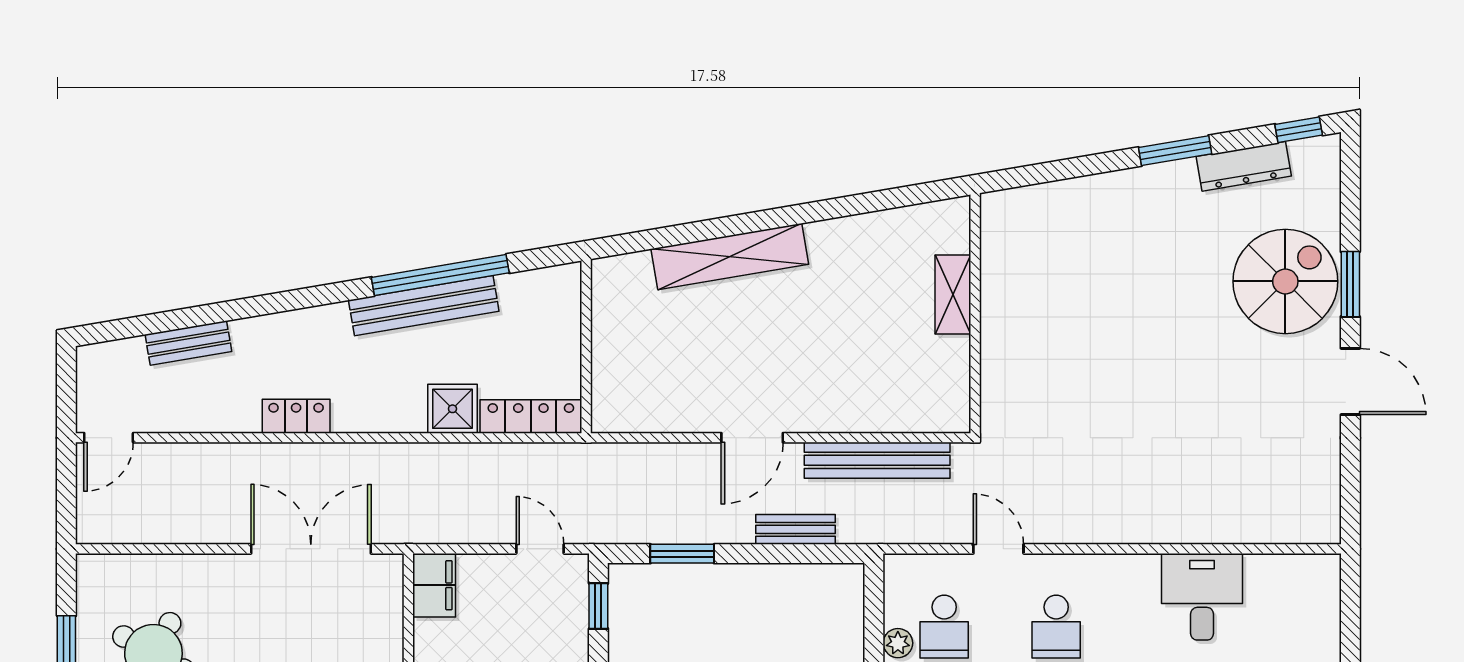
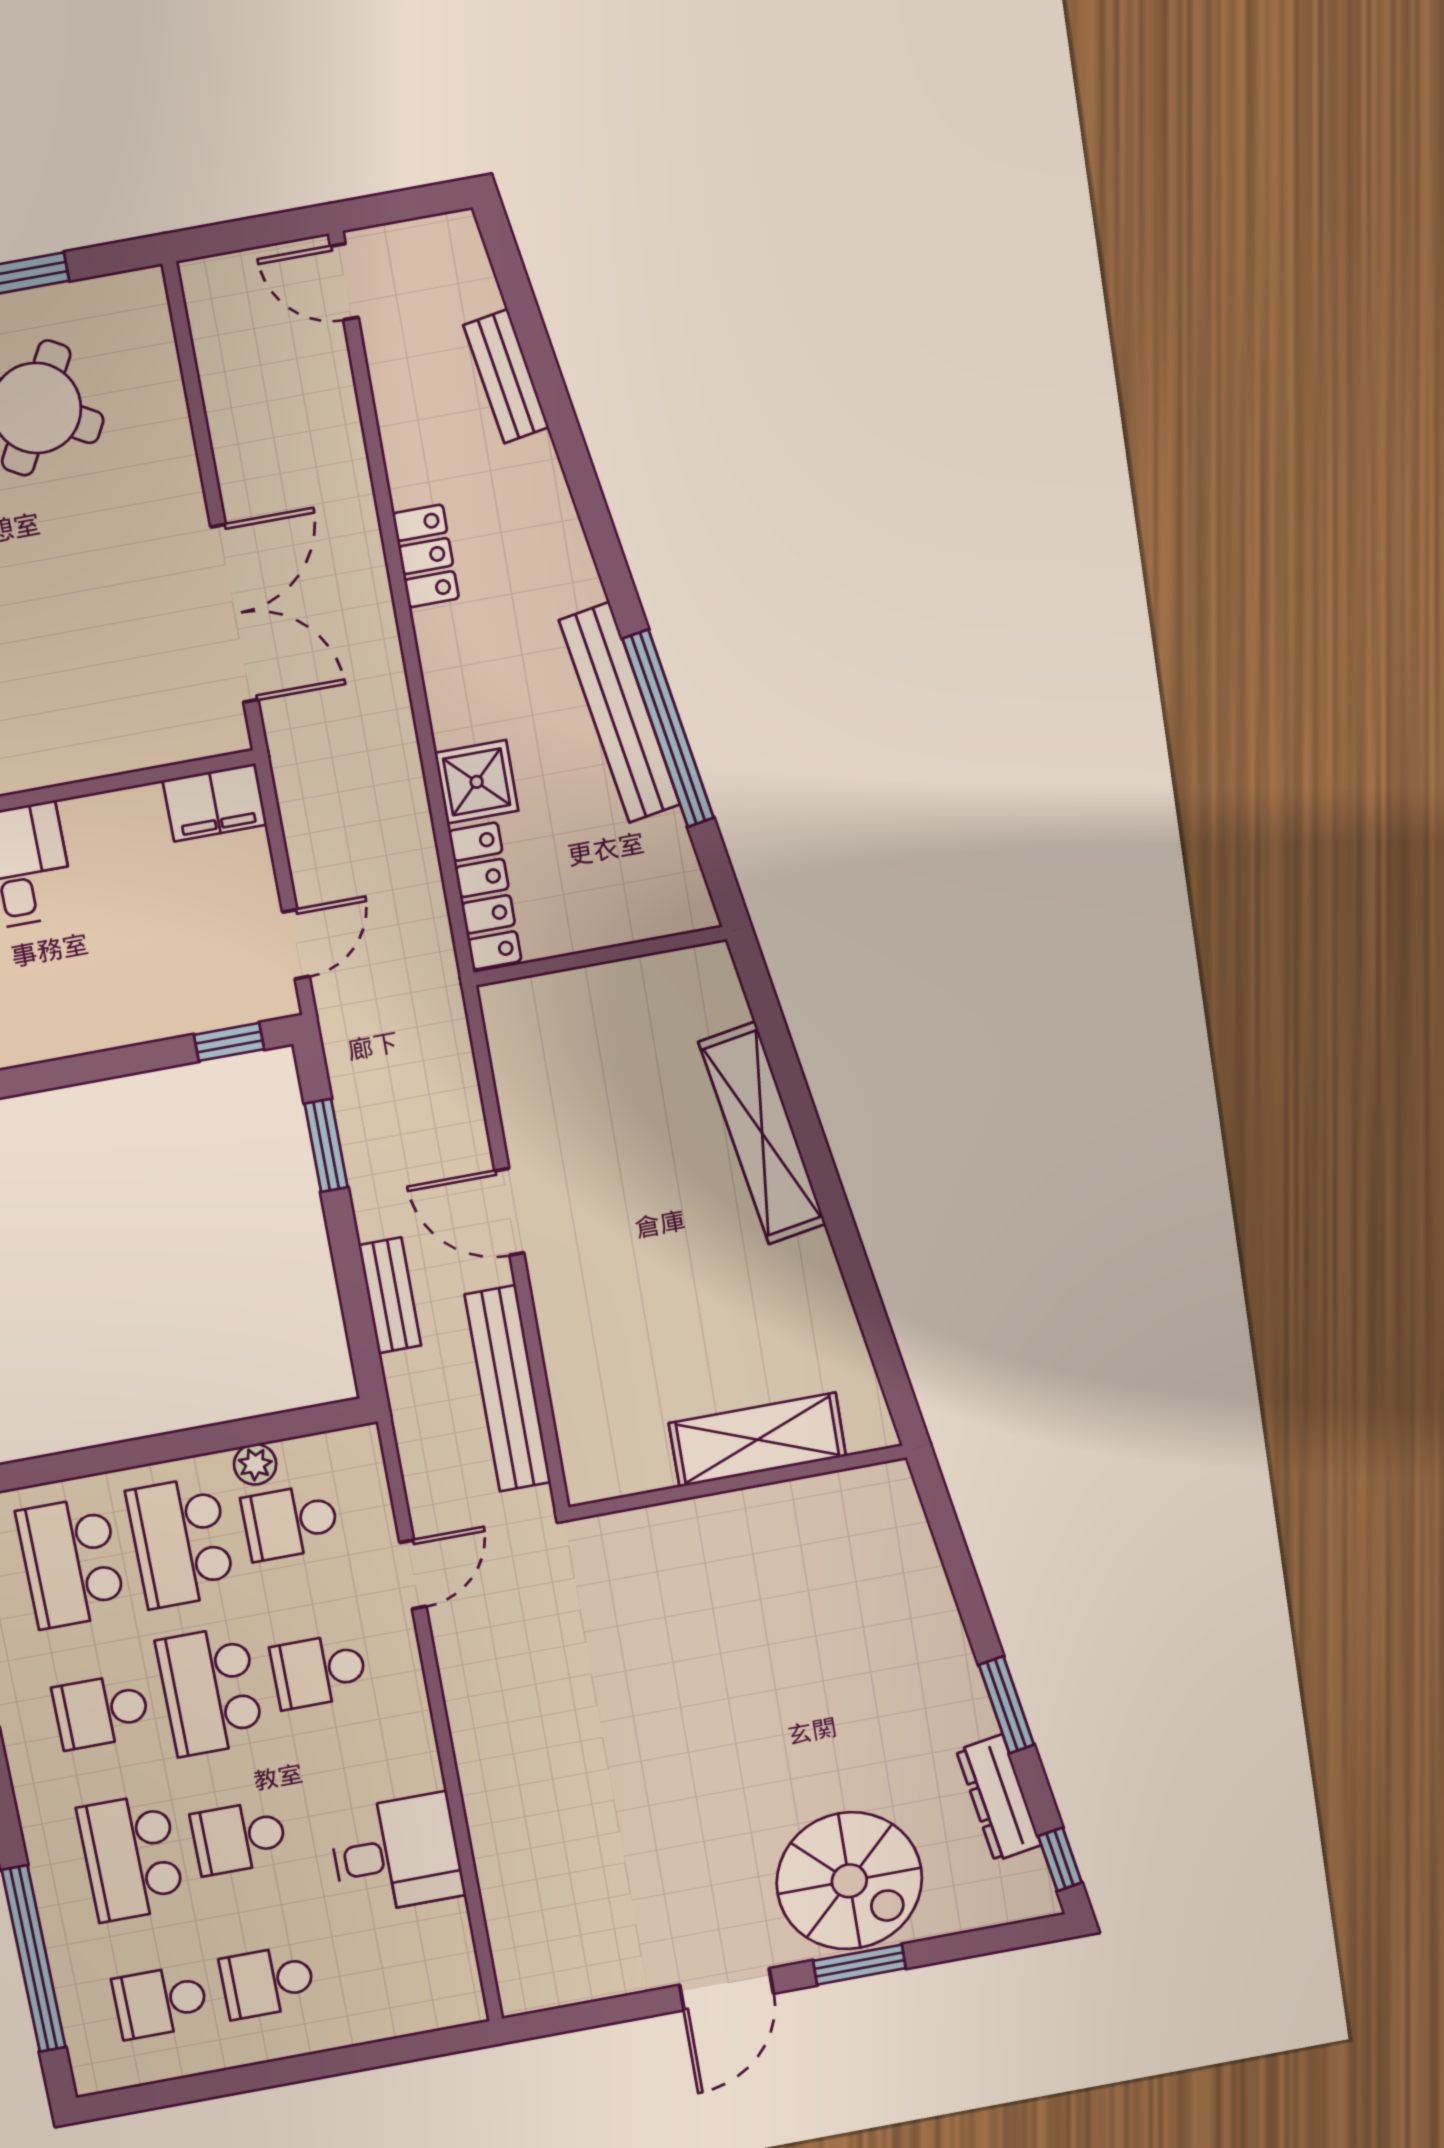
shelving: (953, 295) -> (757, 1440), width x1.50, depth x1.33

